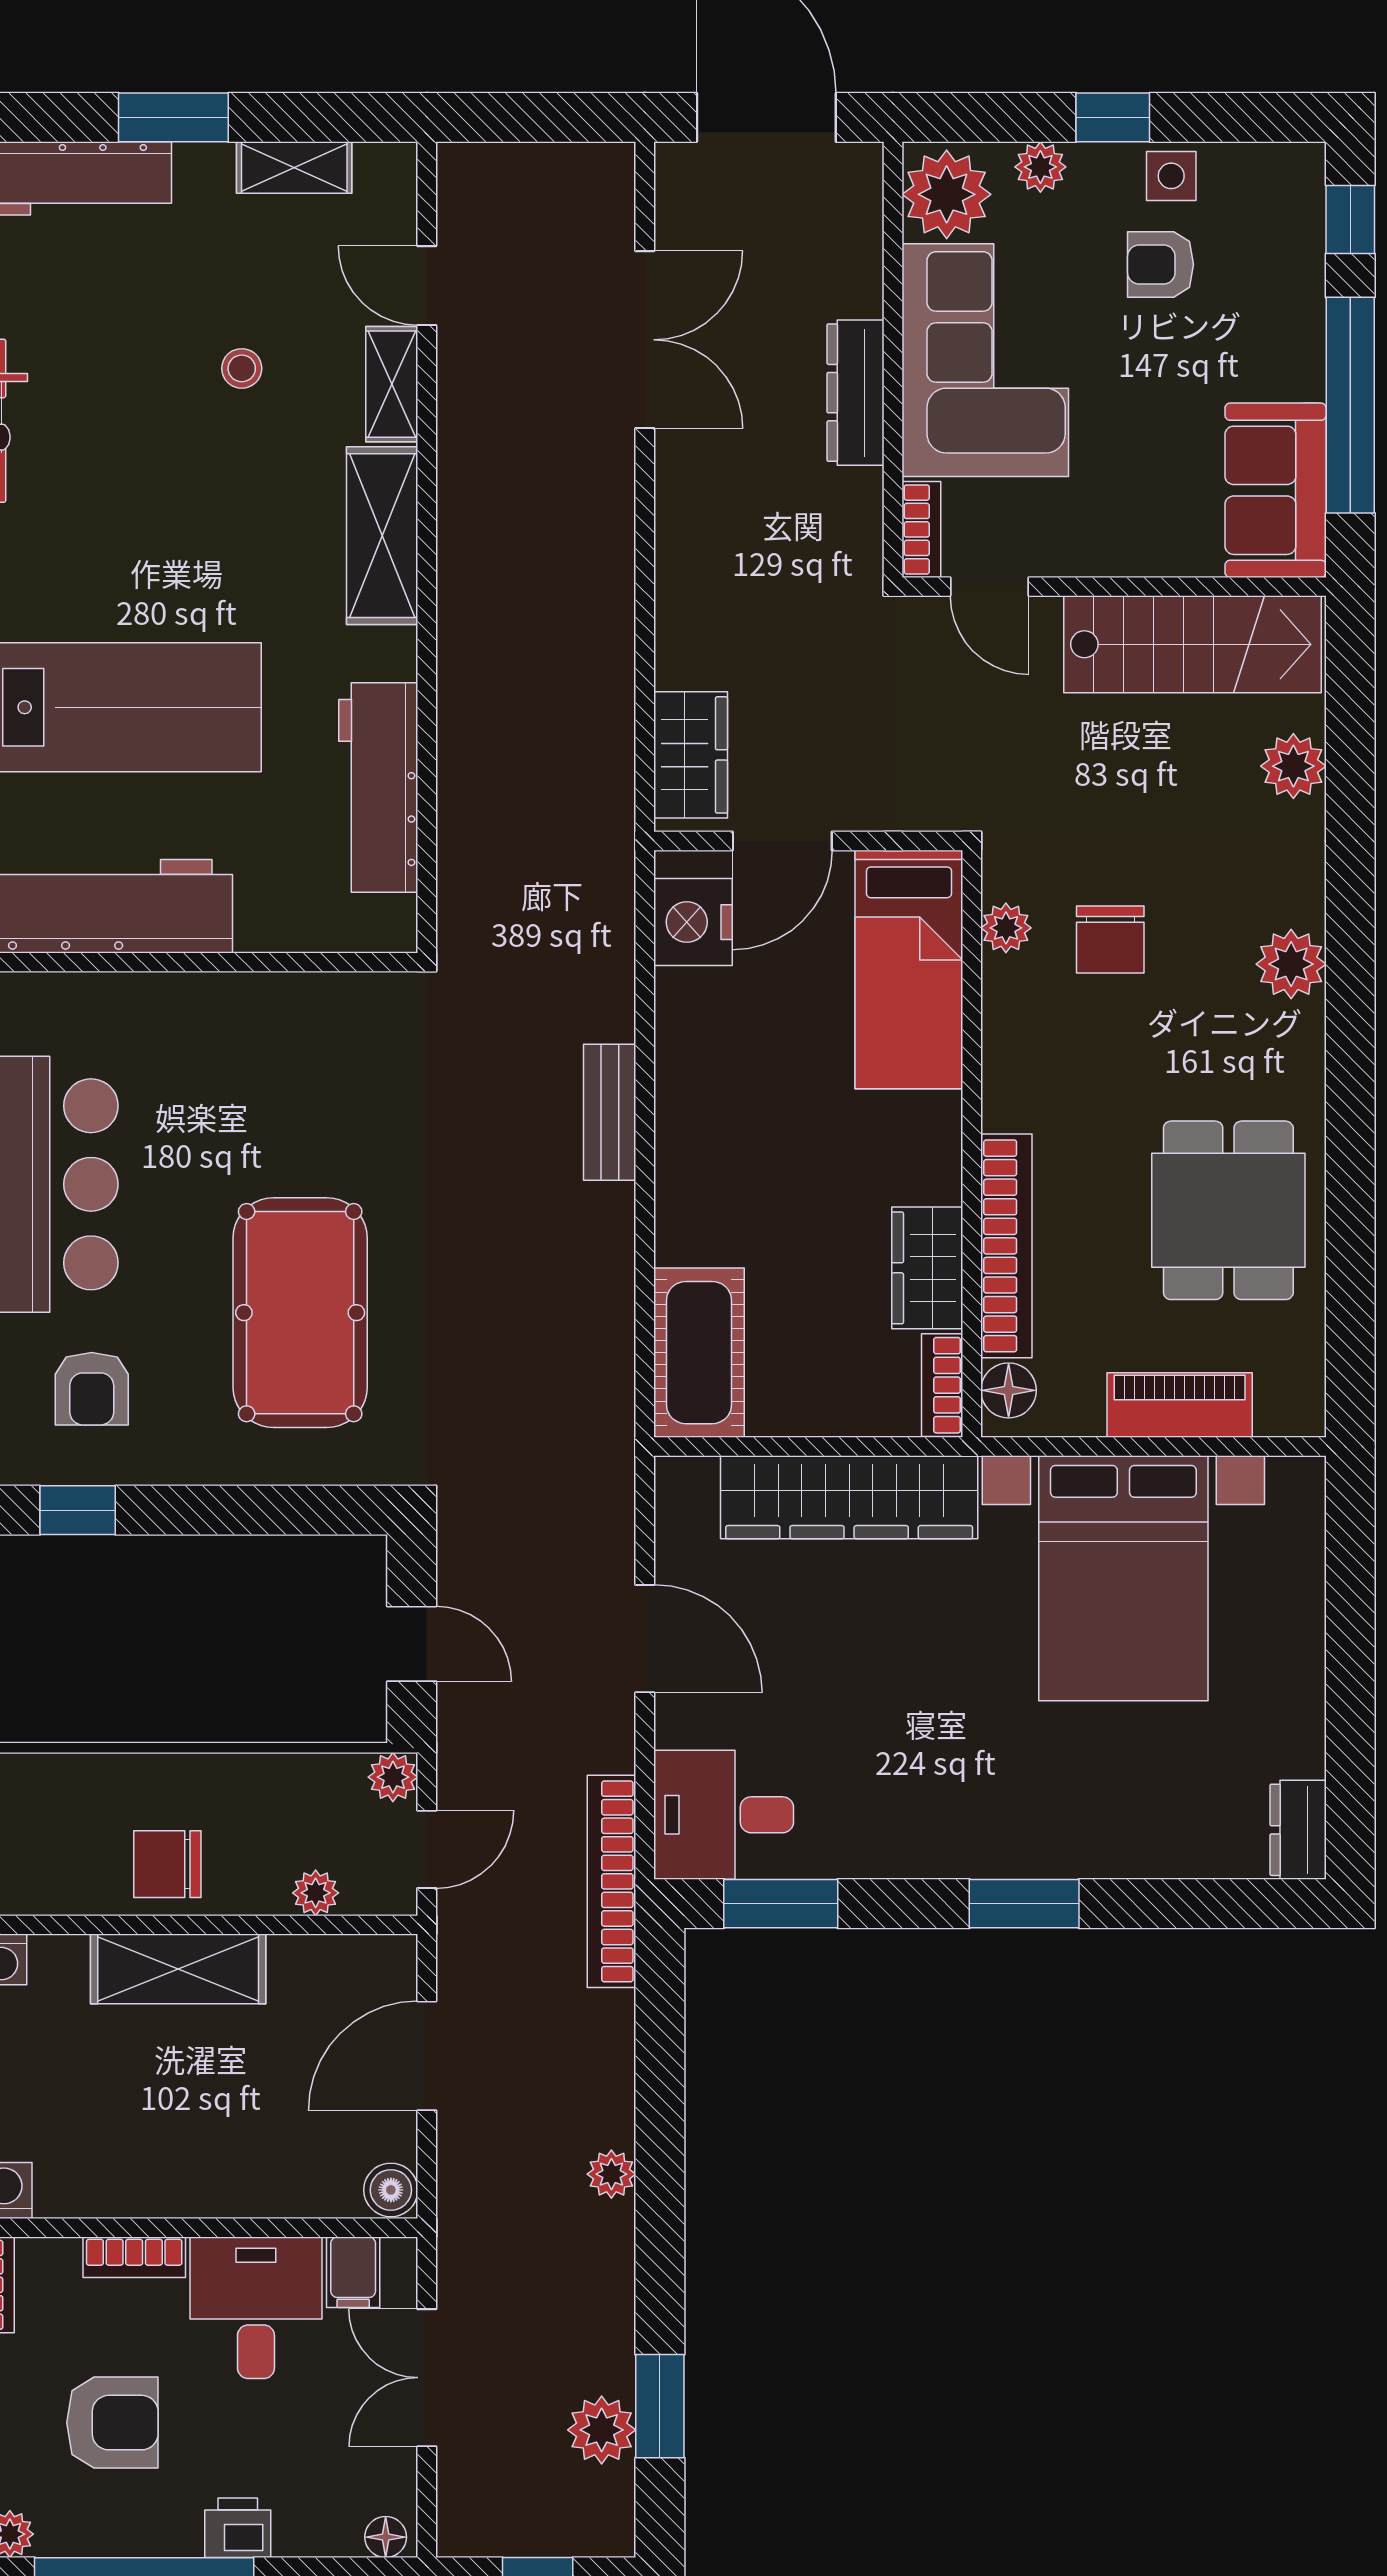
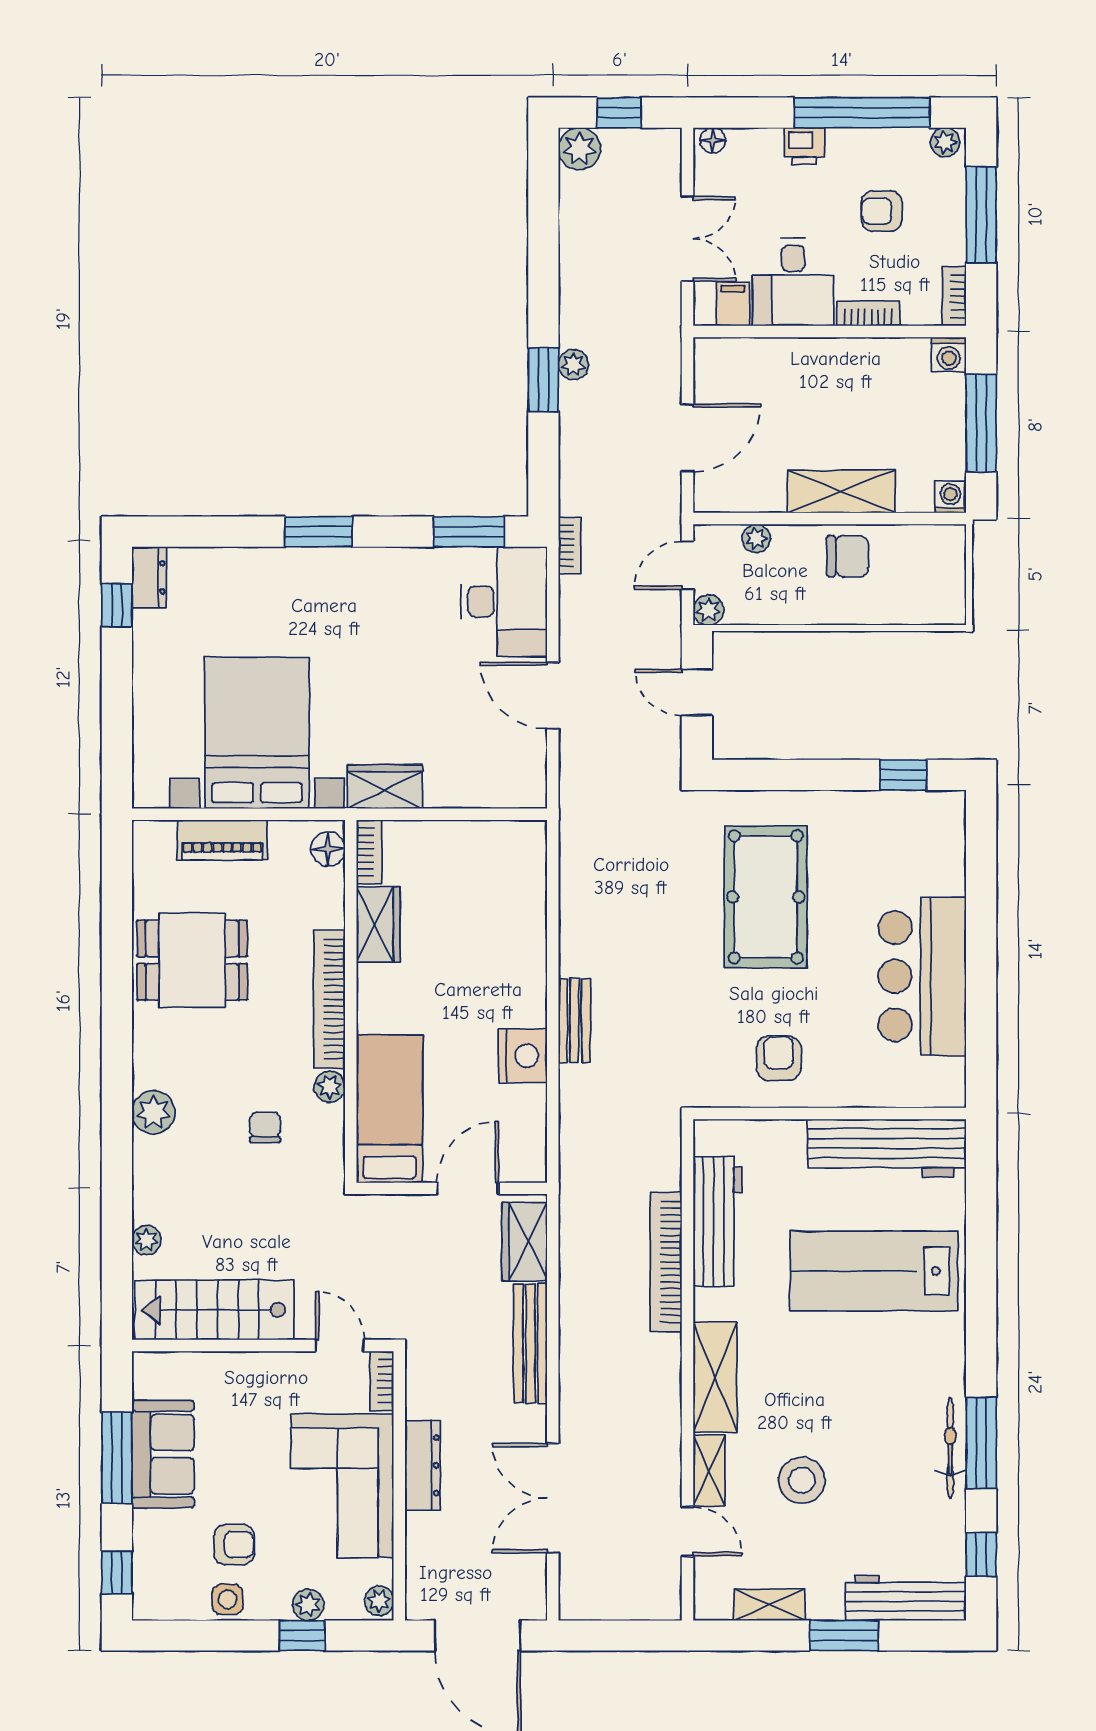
window: (1113, 117) -> (302, 1636), moved
plant: (947, 194) -> (379, 1601), width x0.53, depth x0.53
stool: (242, 368) -> (802, 1480), width x1.89, depth x1.89
window: (1350, 405) -> (117, 1458), width x0.68
sofa: (1276, 490) -> (163, 1454), moved
bench: (681, 590) -> (530, 1343), added
bookcase: (461, 722) -> (666, 1262), added
plant: (1293, 766) -> (146, 1240), width x0.73, depth x0.73
nightstand: (693, 922) -> (523, 1056), moved
plant: (1006, 928) -> (330, 1087), moved
chair: (1110, 940) -> (265, 1127), width x0.73, depth x0.73
dining table: (1228, 1210) -> (192, 960), turned 90
bookcase: (1006, 1246) -> (329, 999), moved
cot: (699, 1353) -> (519, 872), removed
armchair: (92, 1389) -> (779, 1058), moved
wardrobe: (849, 1497) -> (385, 787), width x0.48, depth x0.85
window: (1350, 1785) -> (117, 605), added
desk: (724, 1815) -> (504, 602), width x1.37
bookcase: (612, 1881) -> (570, 545), width x0.43, depth x0.76
boiler: (391, 2190) -> (710, 355), removed
window: (660, 2406) -> (543, 380), moved
armchair: (112, 2423) -> (882, 211), width x0.72, depth x0.72
plant: (602, 2430) -> (579, 149), moved

